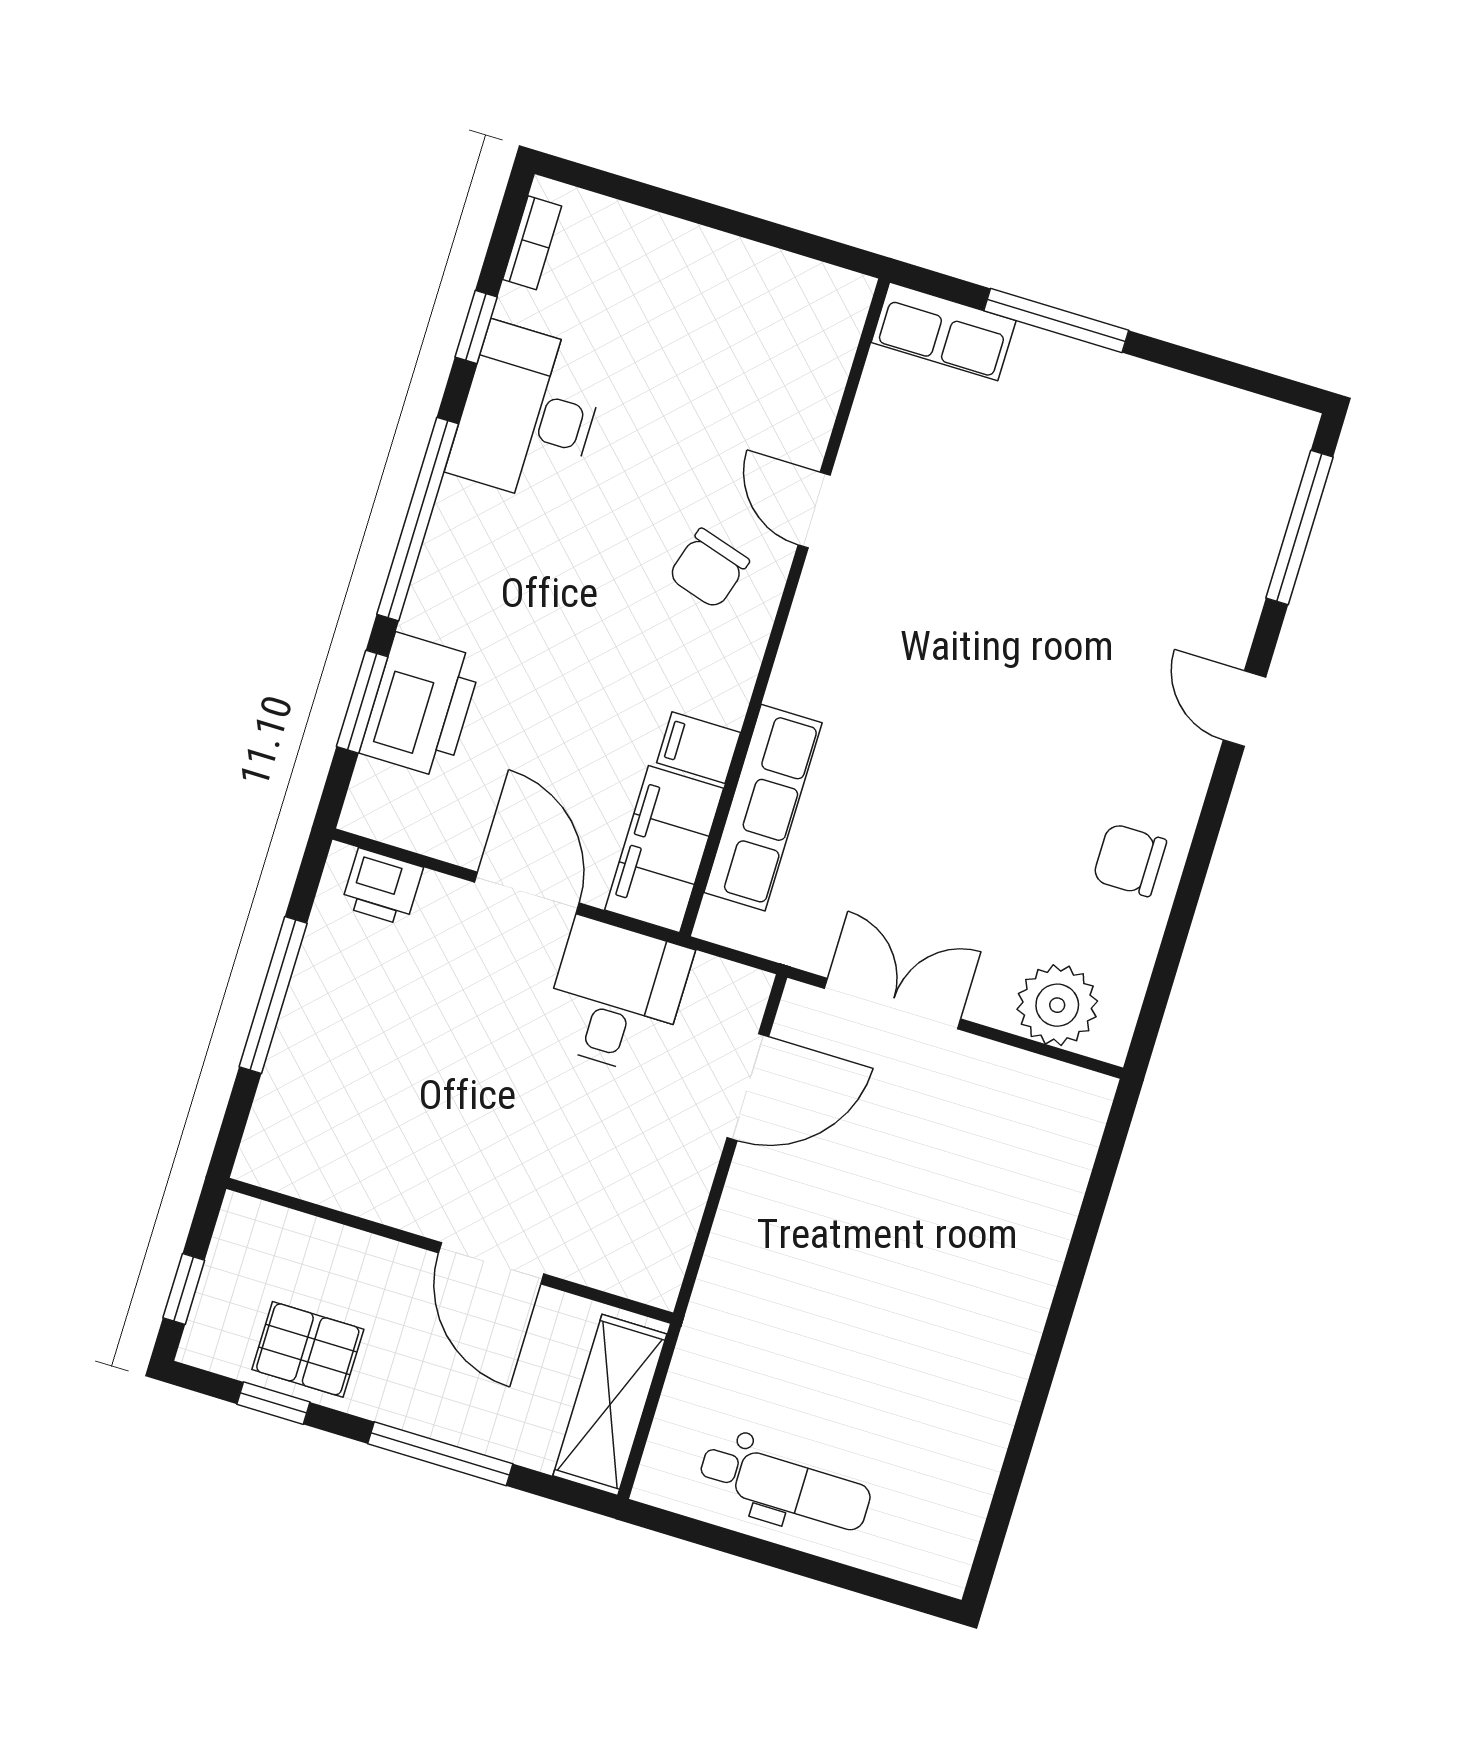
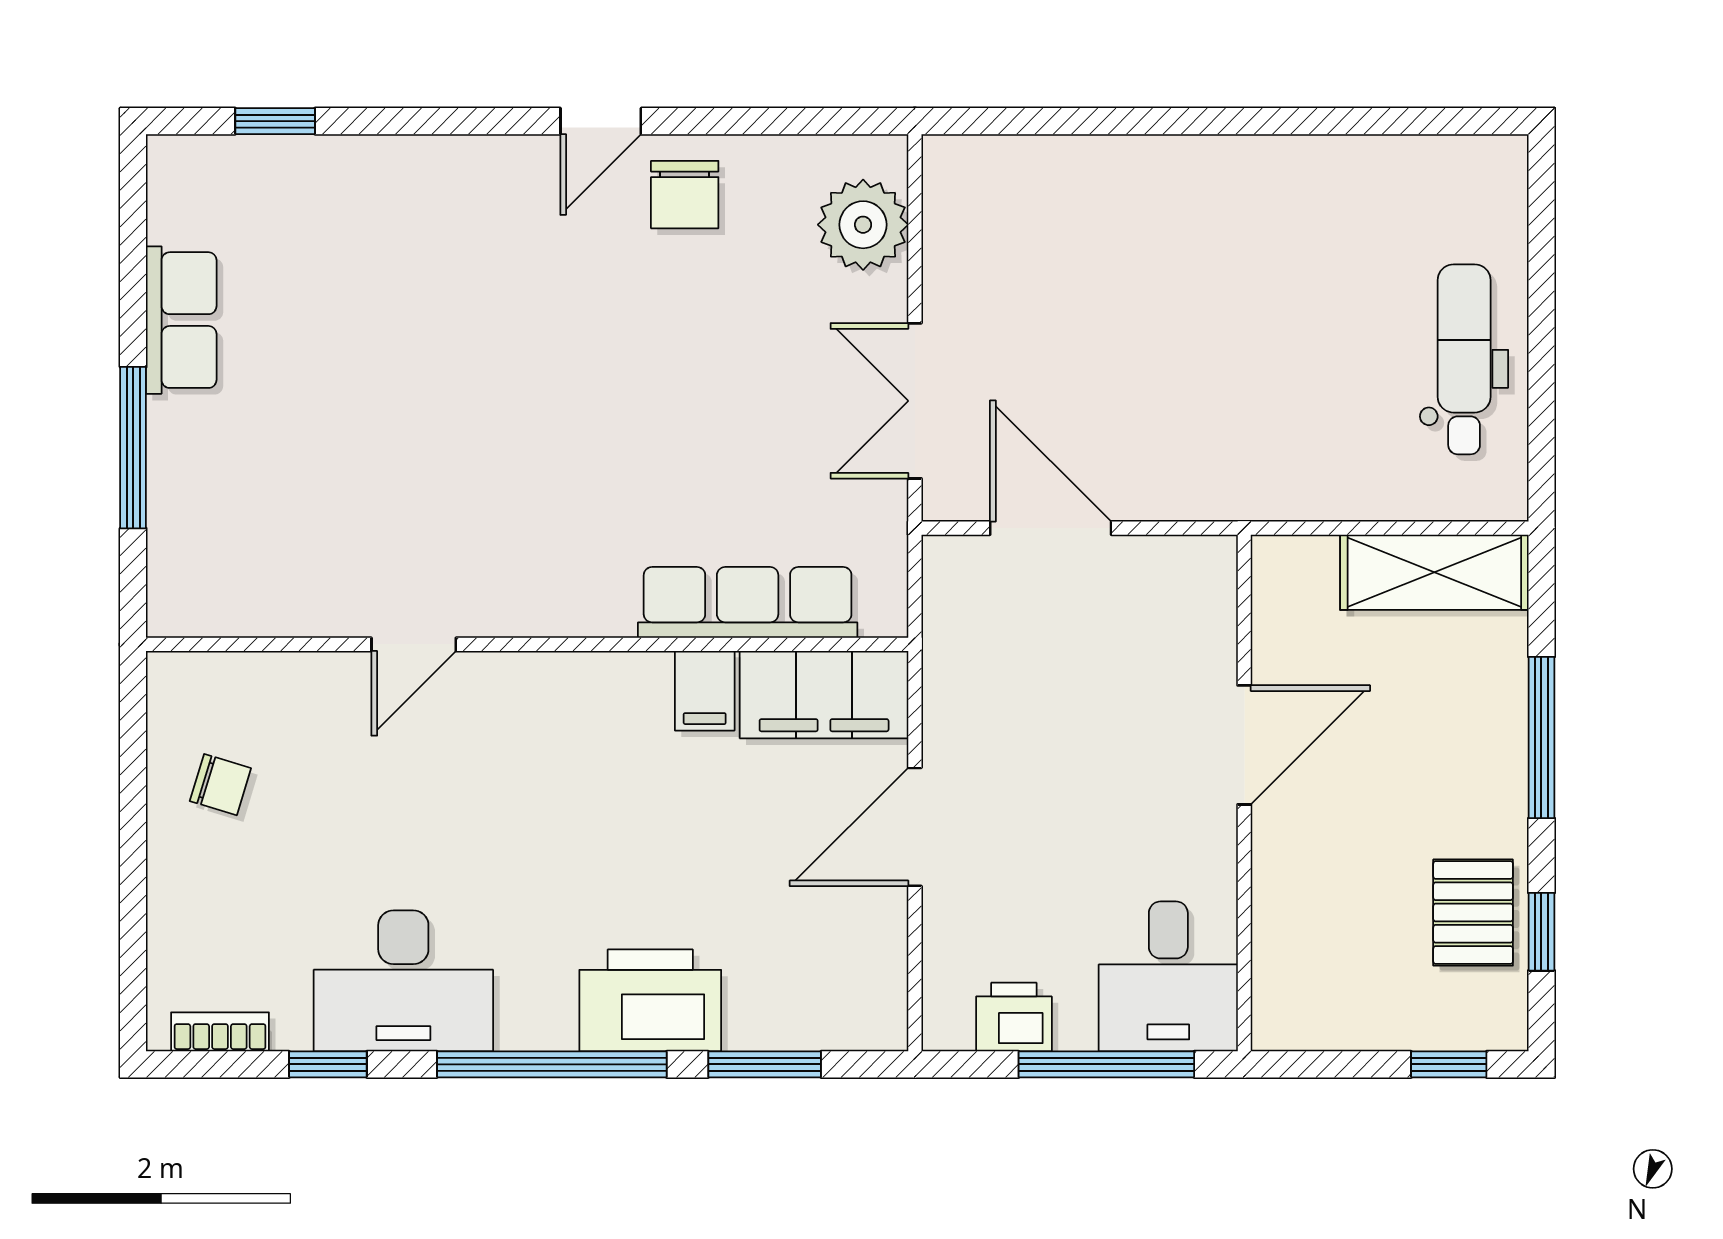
row of seats: (944, 331) -> (181, 320), moved
window: (1299, 528) -> (275, 121), width x0.46
chair: (709, 569) -> (220, 785), moved, width x0.73, depth x0.73
printer: (421, 705) -> (650, 1000), moved
door: (1244, 709) -> (601, 121), moved
printer: (382, 887) -> (1014, 1017), moved, turned -90
desk: (616, 996) -> (1168, 976), moved, turned -90
wall: (450, 1251) -> (1244, 793), moved
door: (491, 1263) -> (1244, 745), moved

